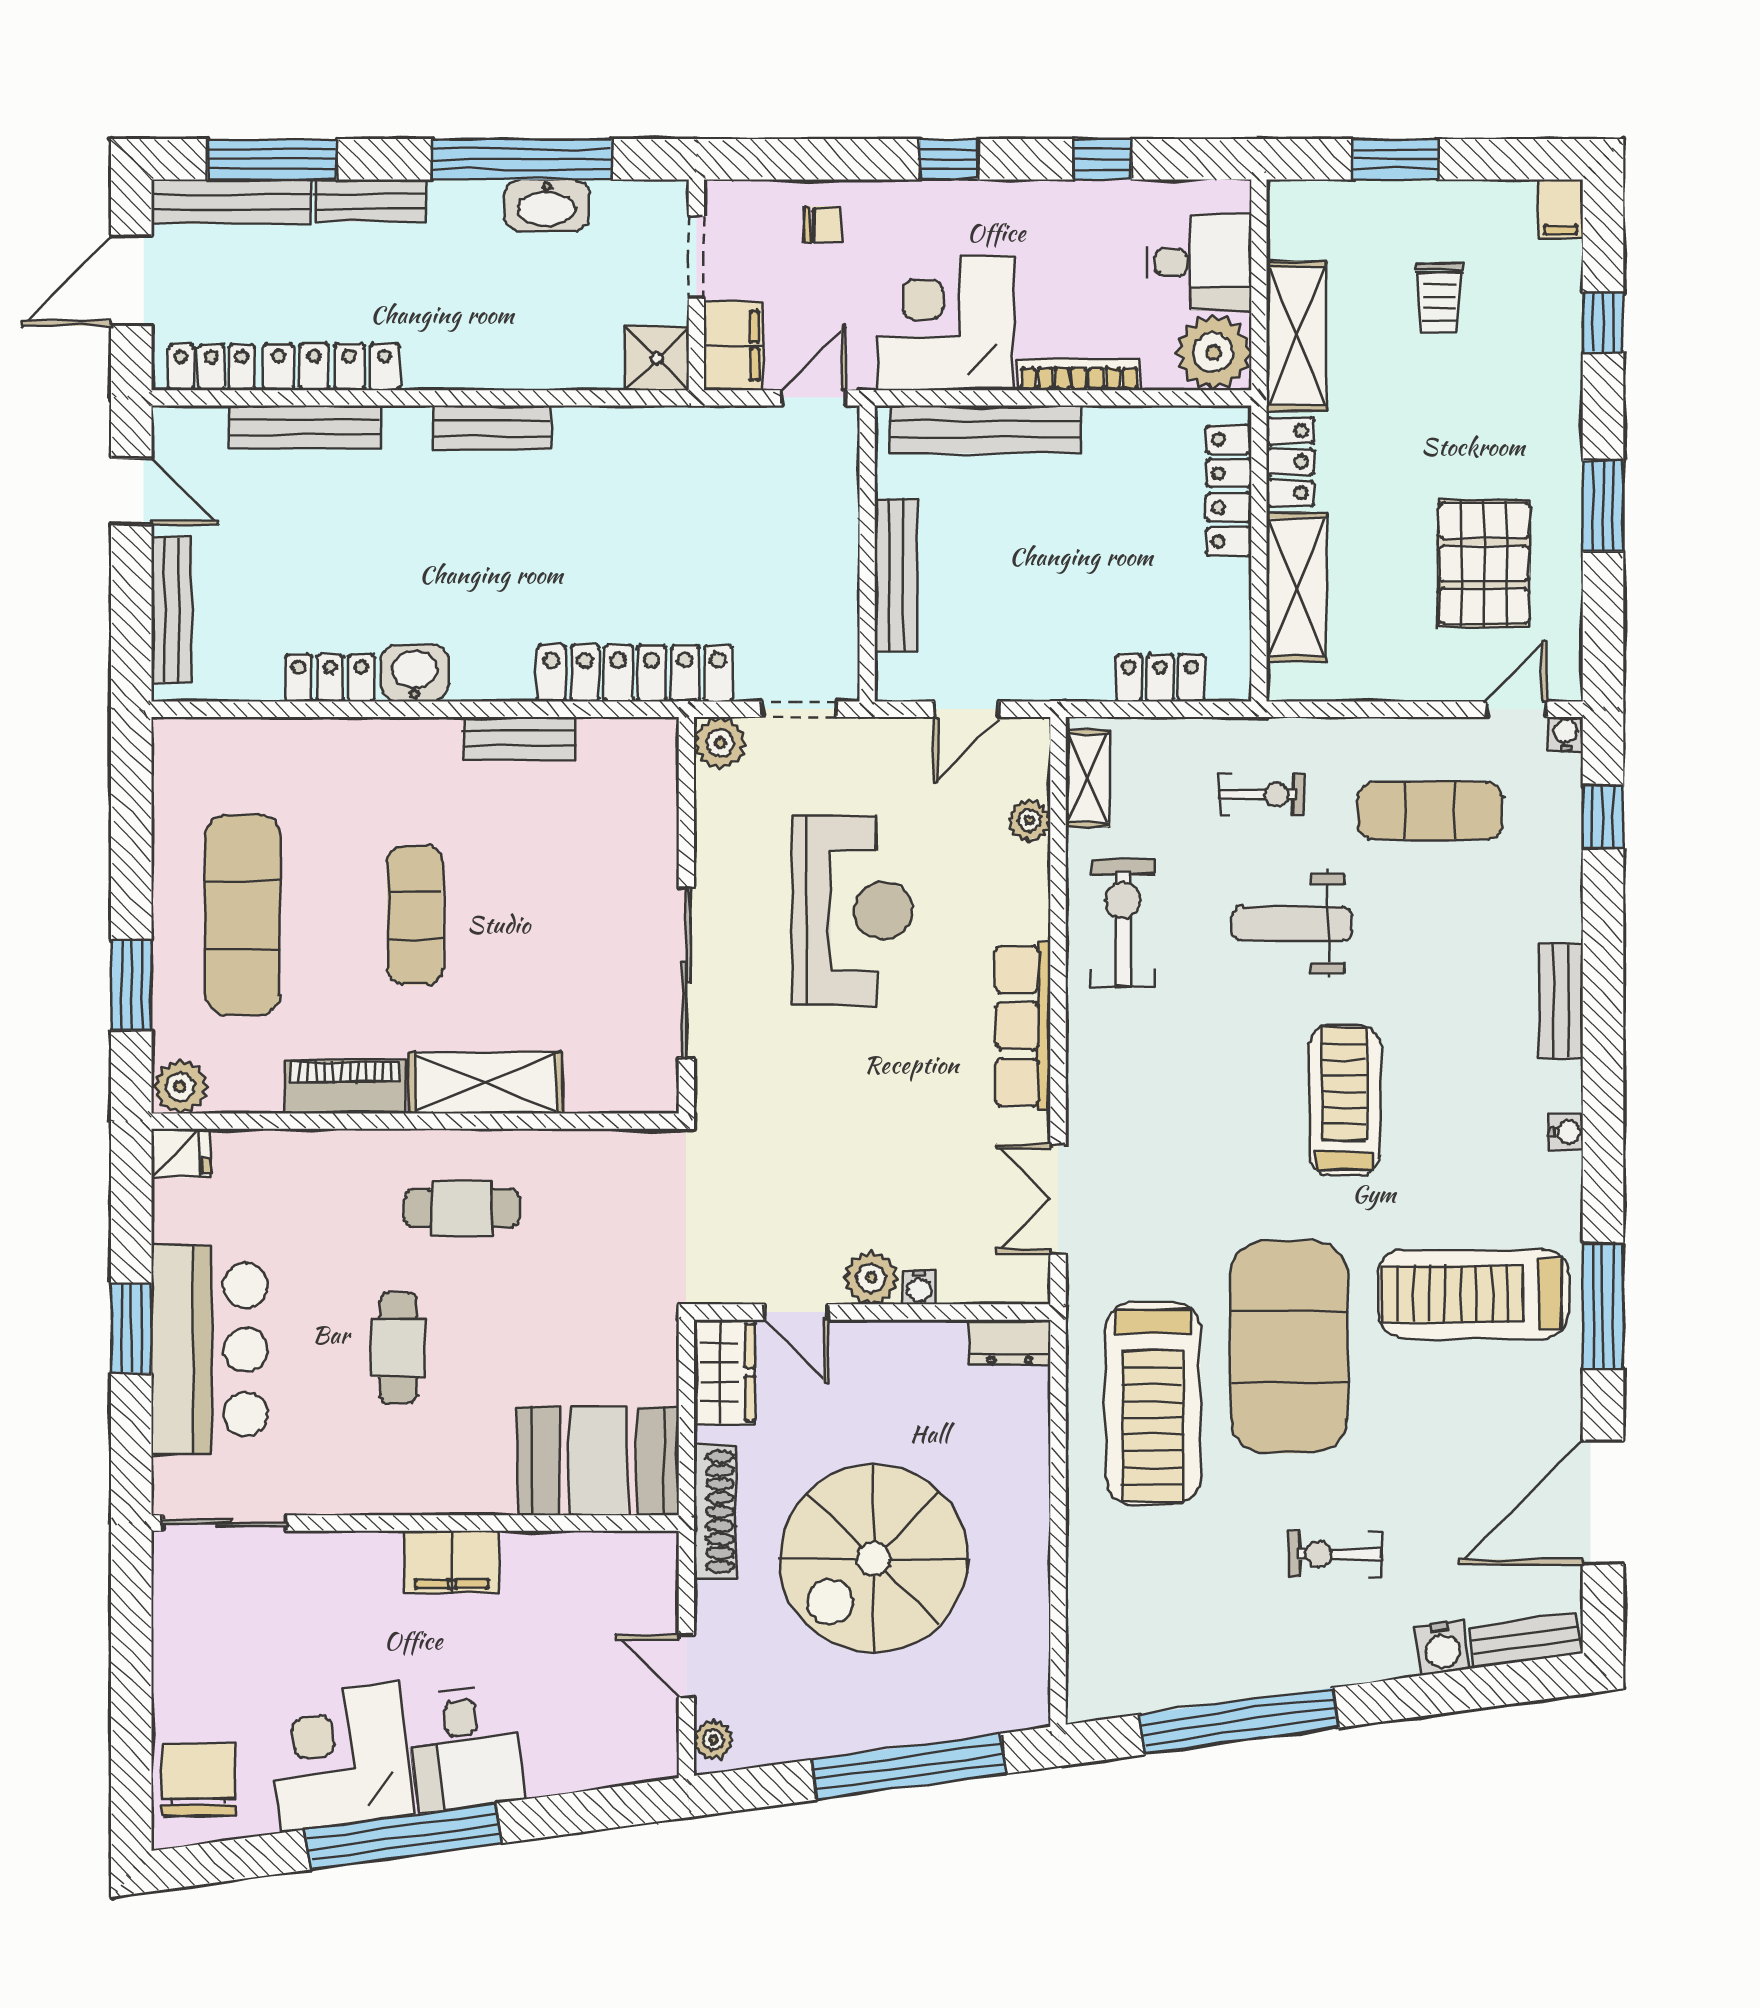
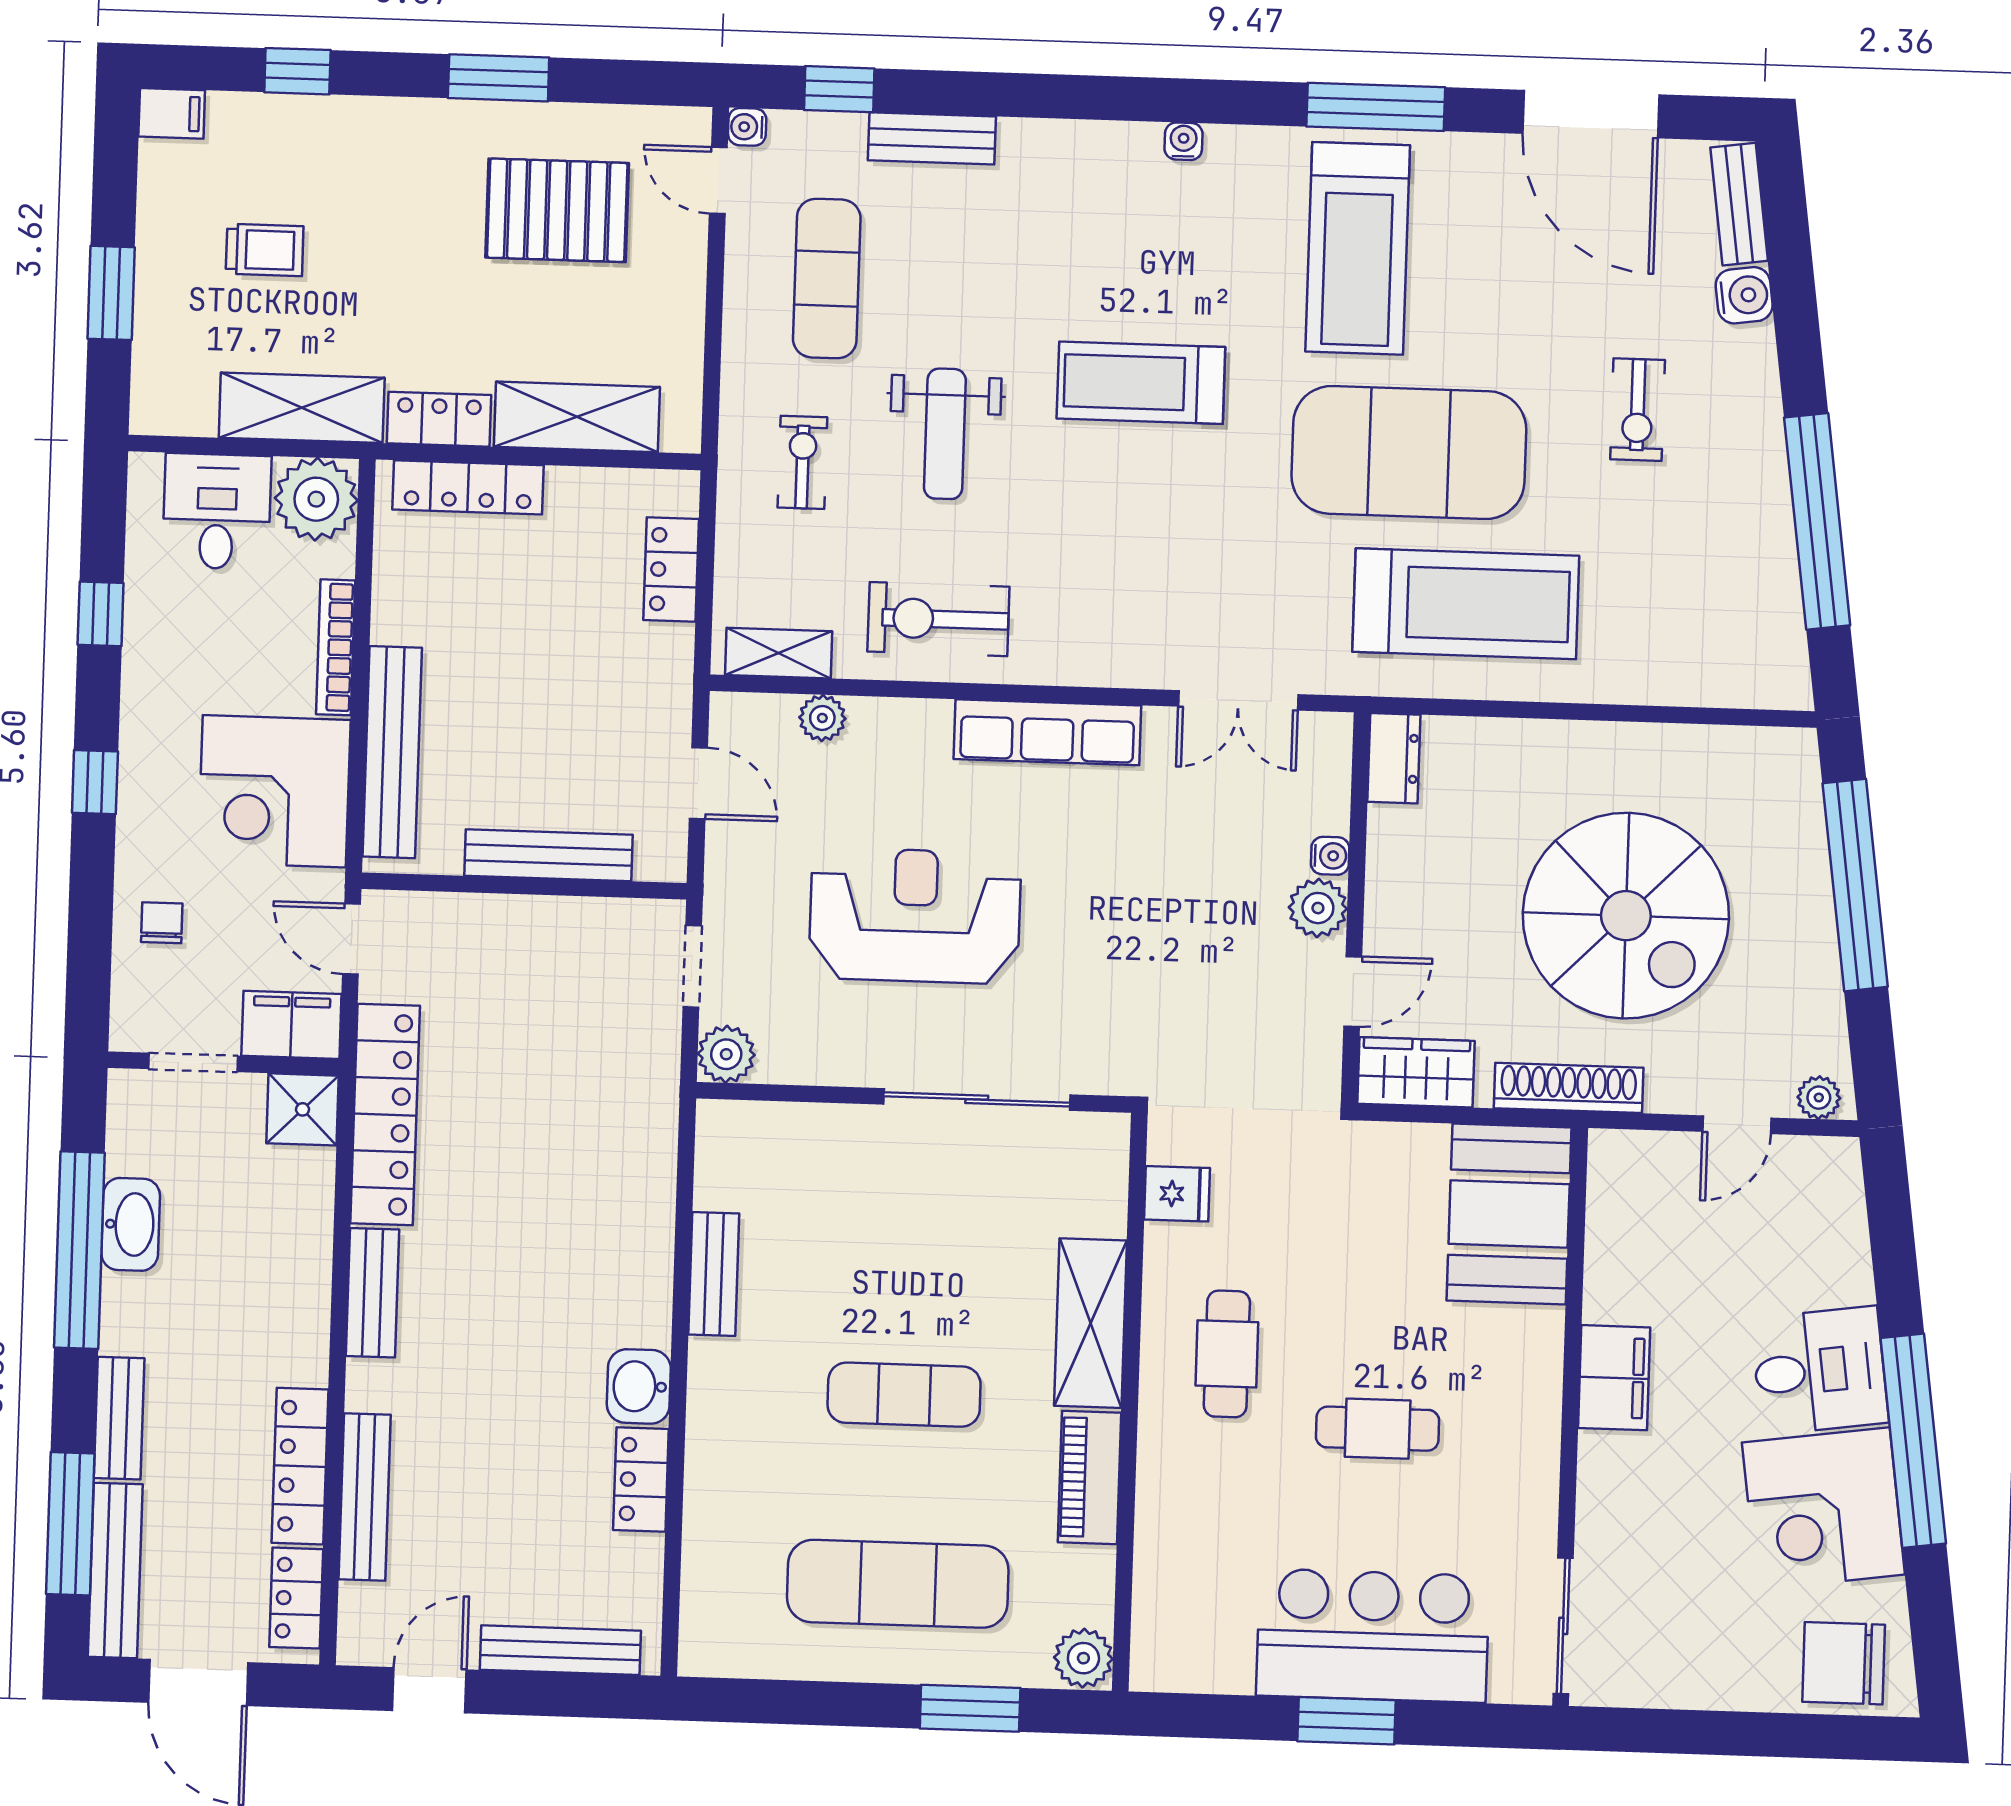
locker: (635, 673) -> (385, 1114), moved, turned 180
bench: (1561, 1001) -> (932, 138), moved
fridge: (181, 1153) -> (1177, 1194), moved, turned 90

